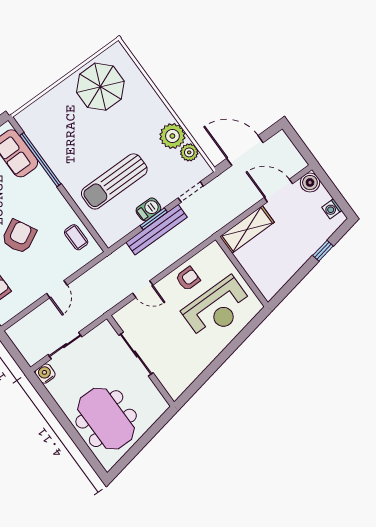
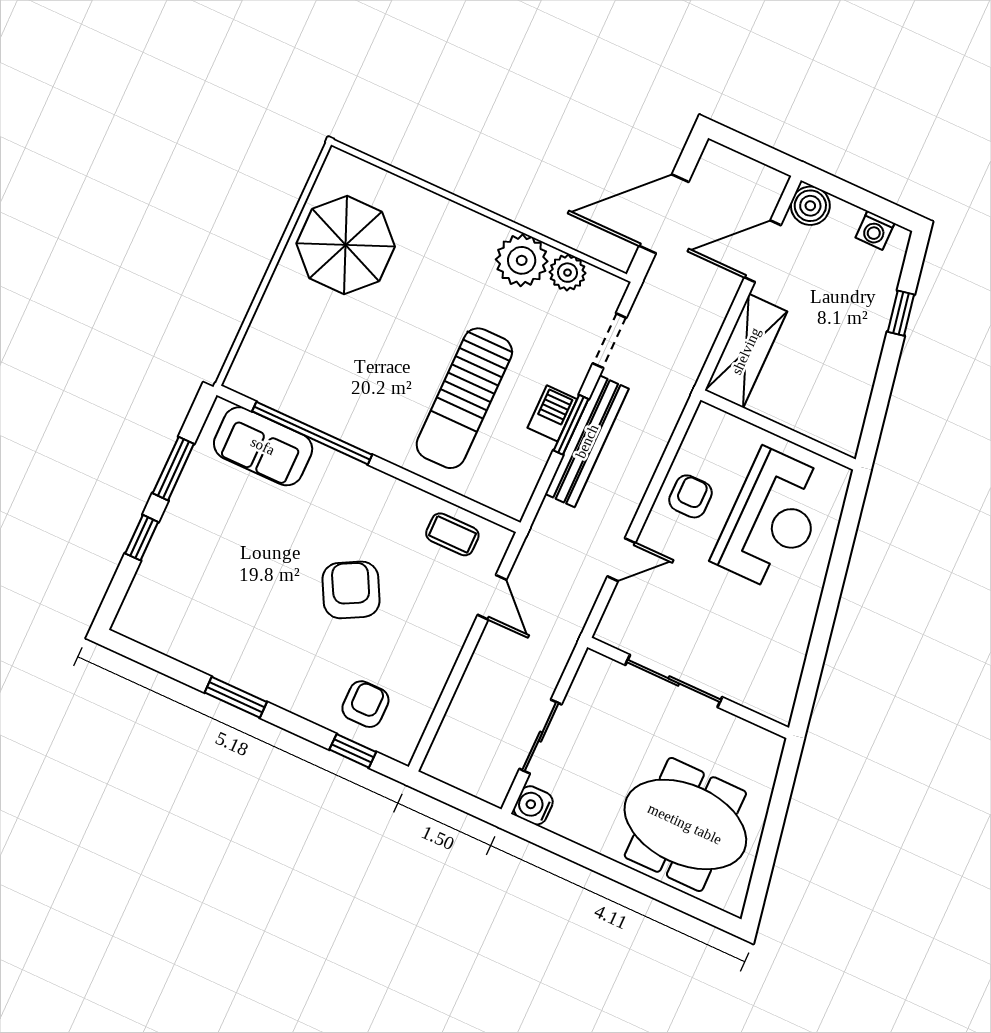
door: (57, 289) -> (492, 597), moved

